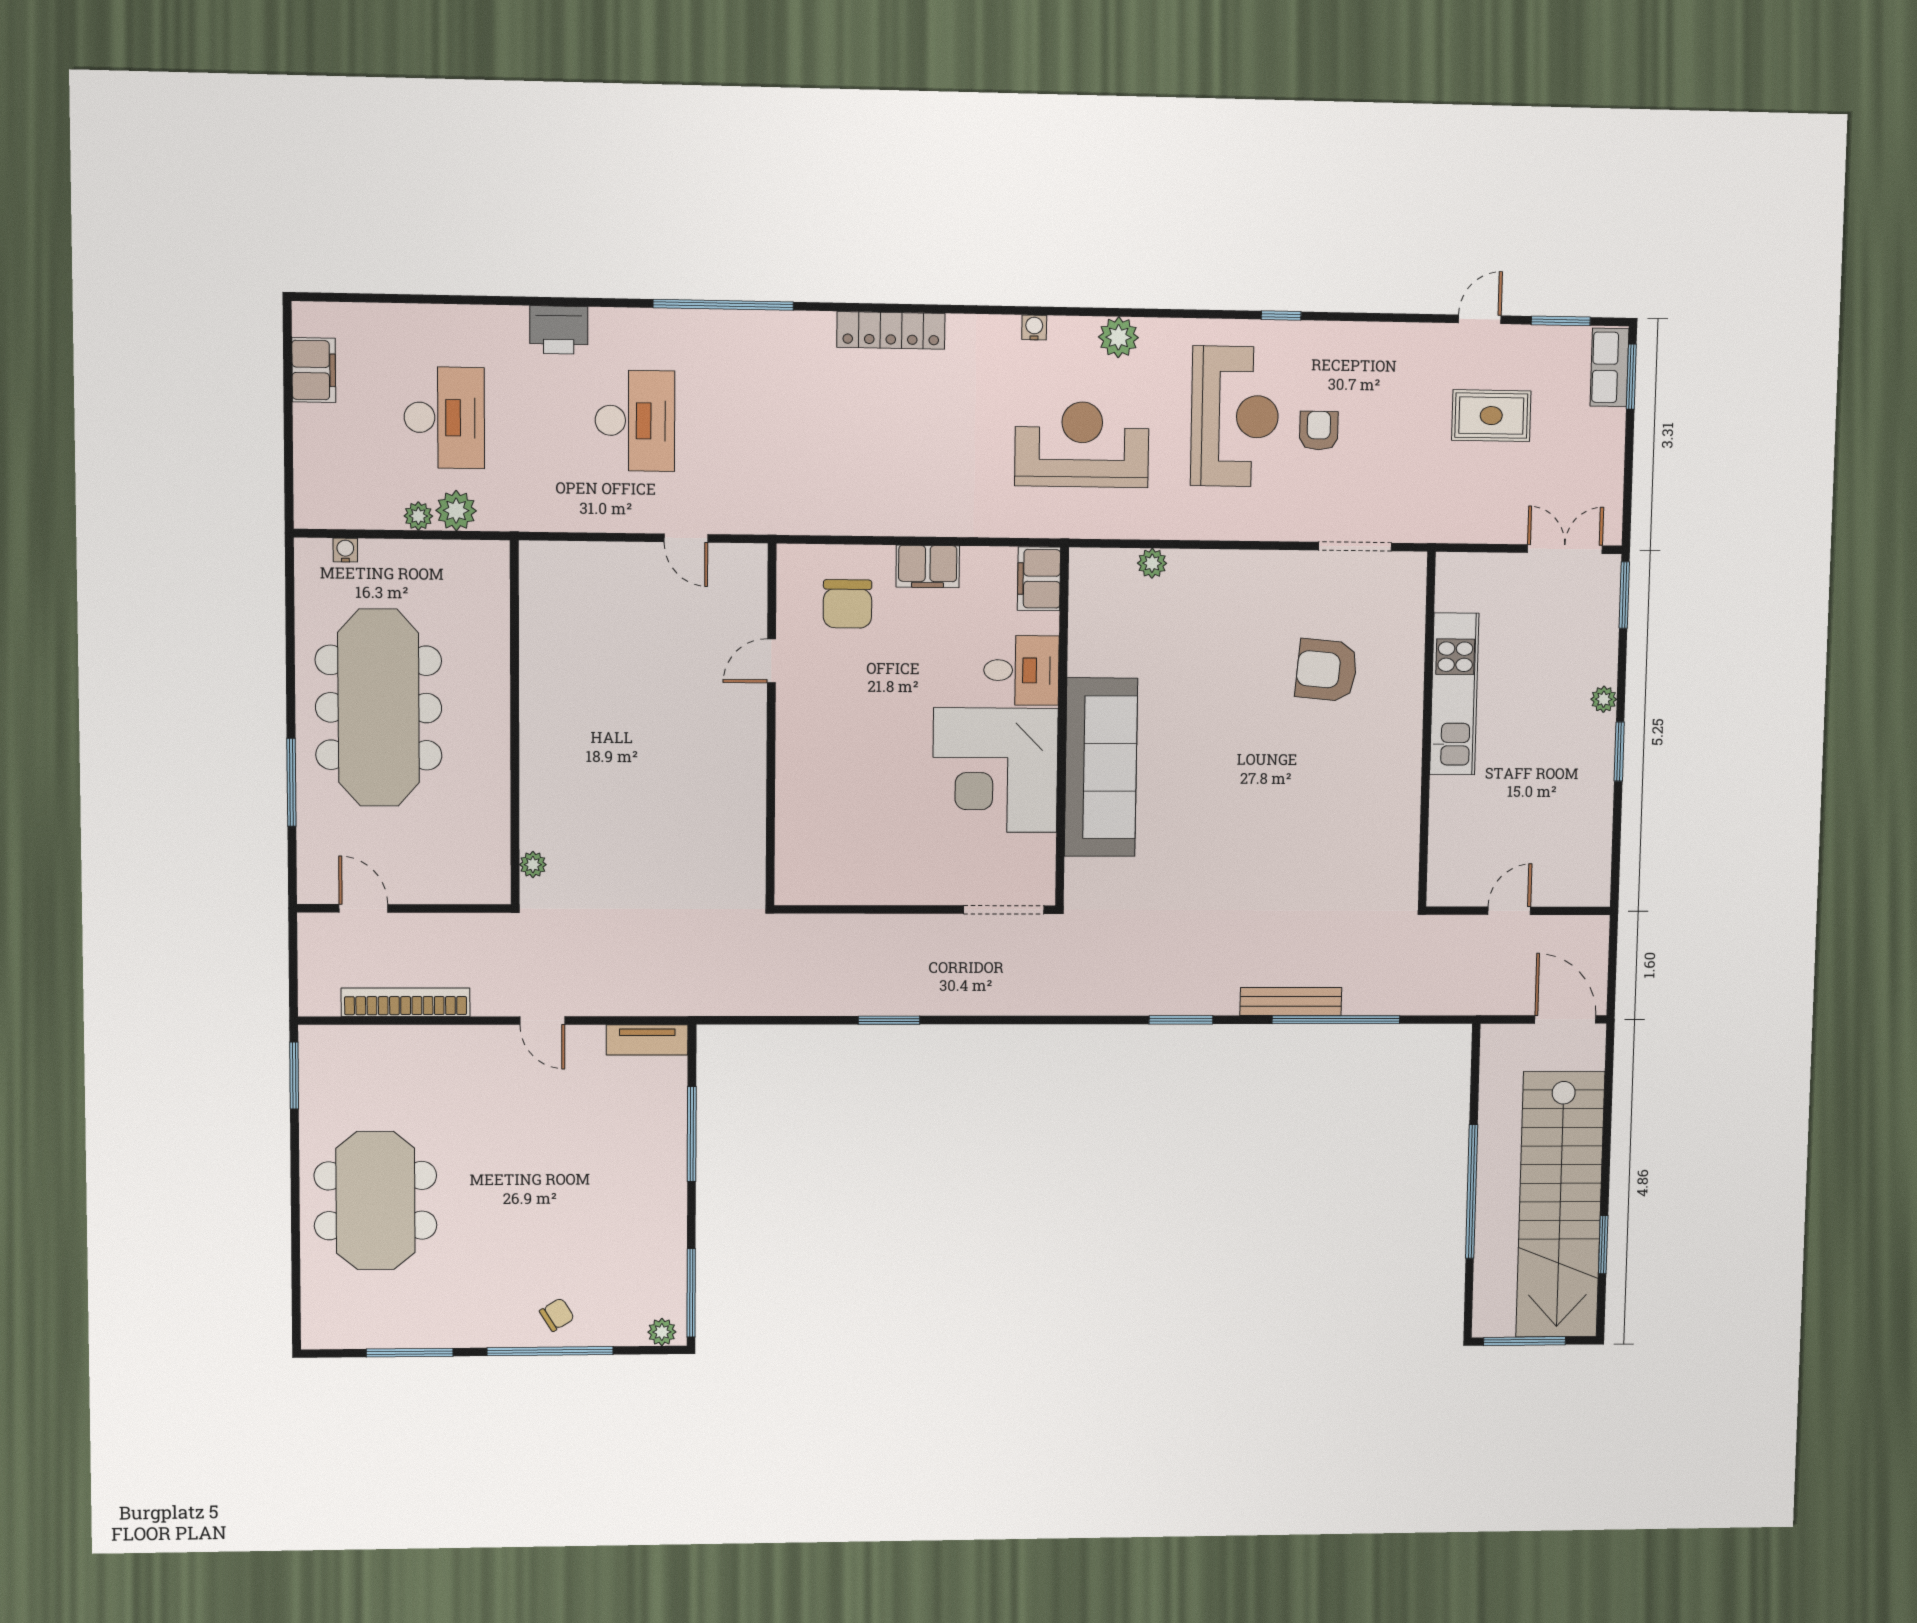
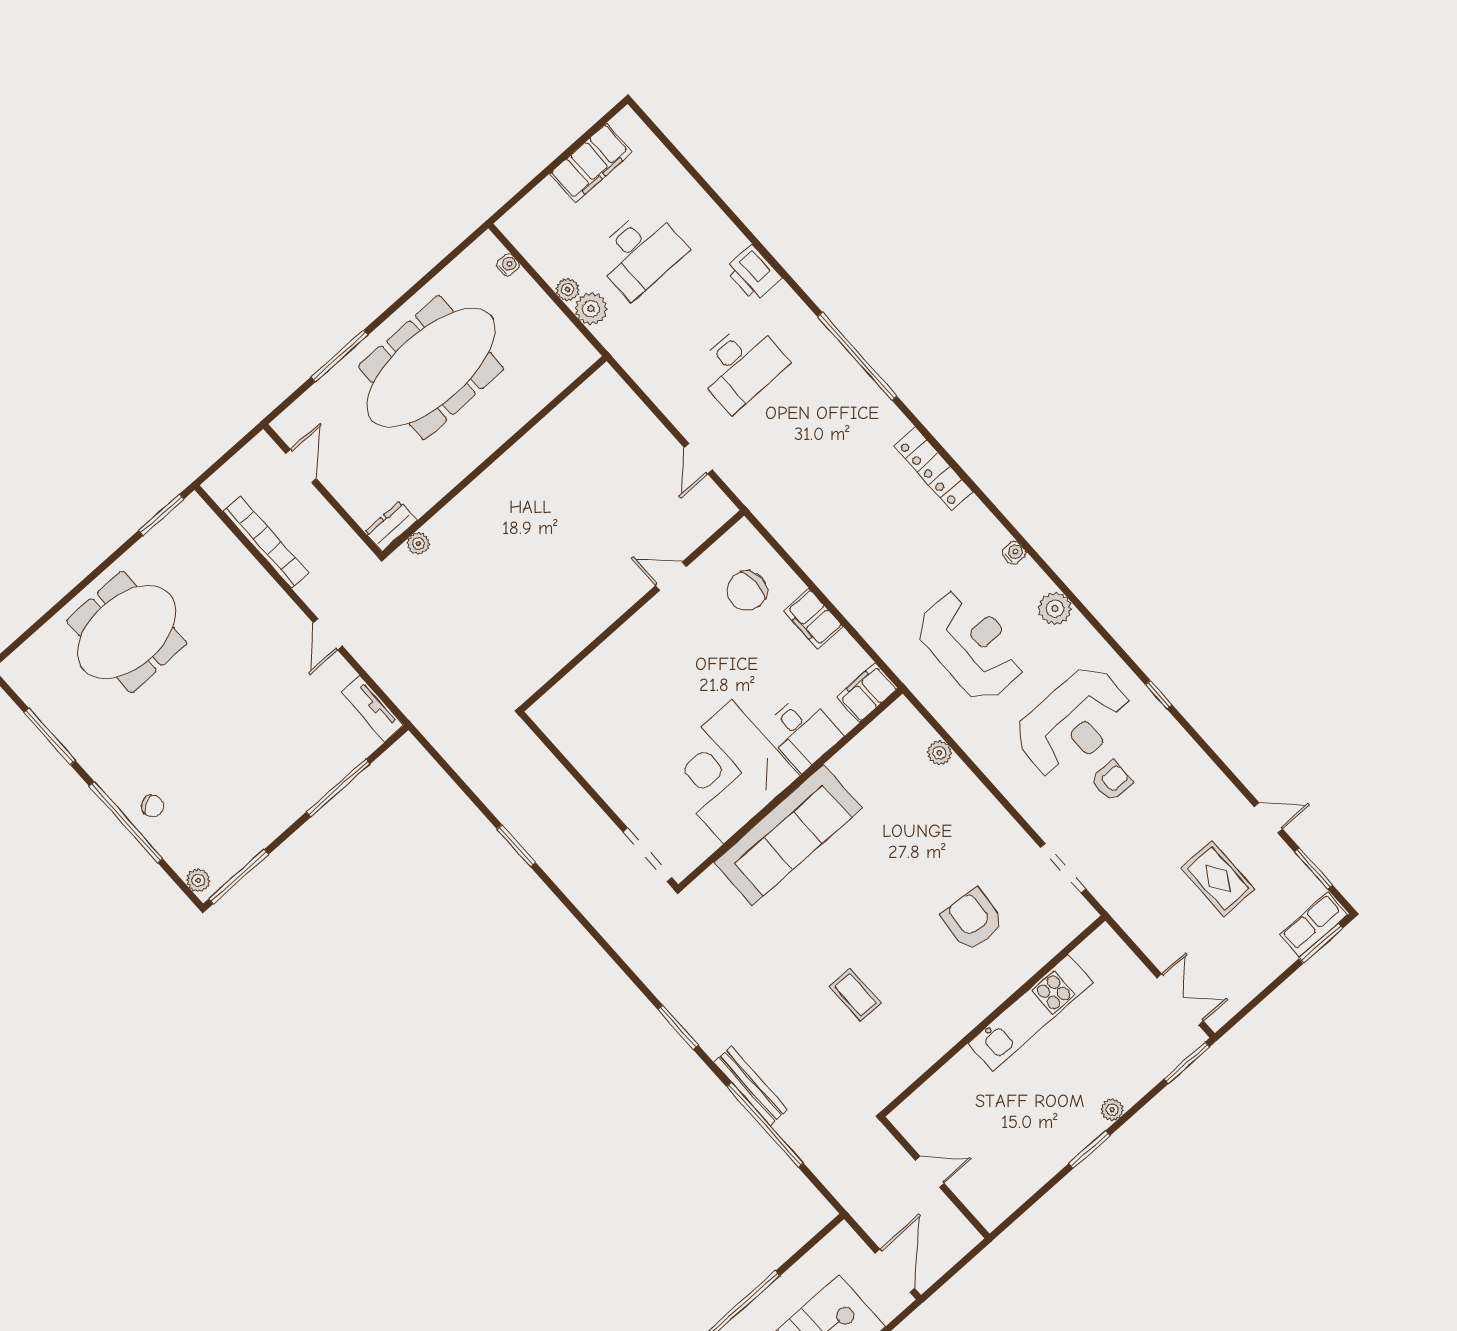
filing cabinet: (314, 370) -> (591, 163), width x1.50, depth x1.17
coffee table: (1296, 836) -> (855, 995), added
dresser: (494, 875) -> (391, 526), added

